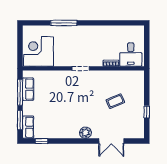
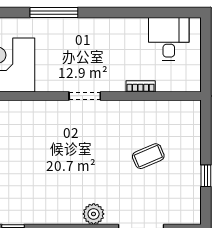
desk: (131, 54) -> (169, 39), moved, turned 180

